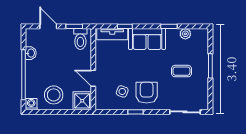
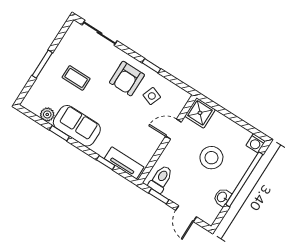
sofa: (147, 39) -> (77, 126), moved
door: (93, 78) -> (173, 129), swing flipped
stool: (54, 95) -> (211, 158), moved

